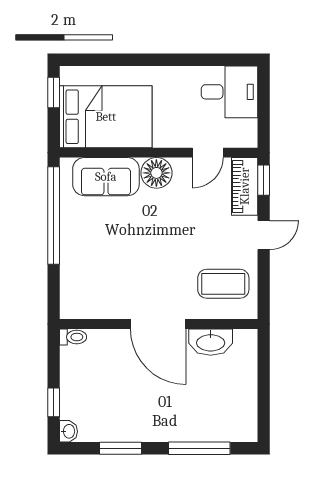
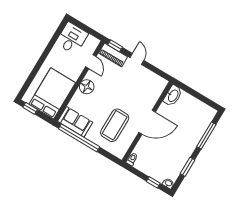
sofa: (106, 177) -> (75, 122), moved, turned -90
coffee table: (223, 284) -> (115, 125), moved, width x1.36, depth x1.32
washbasin: (211, 342) -> (173, 96), moved

